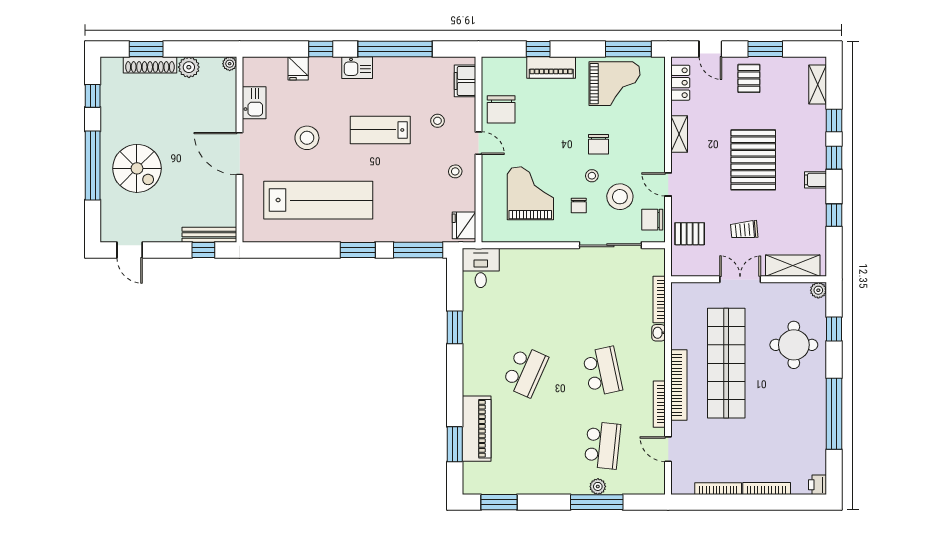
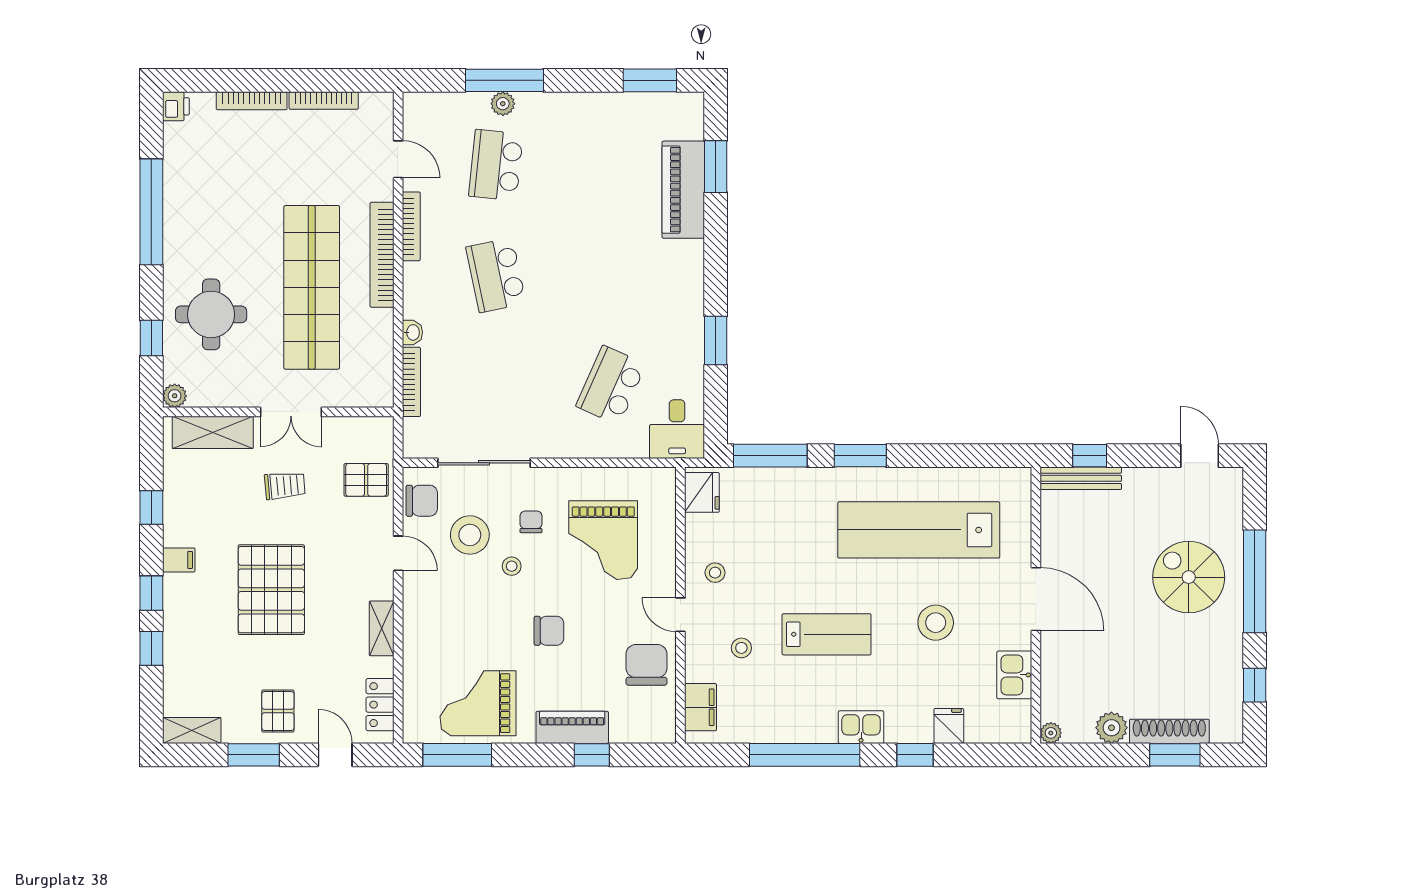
shelving: (818, 85) -> (192, 730), moved, turned 90
chair: (598, 144) -> (549, 631), moved, turned 90
school desk: (525, 371) -> (611, 385), moved

